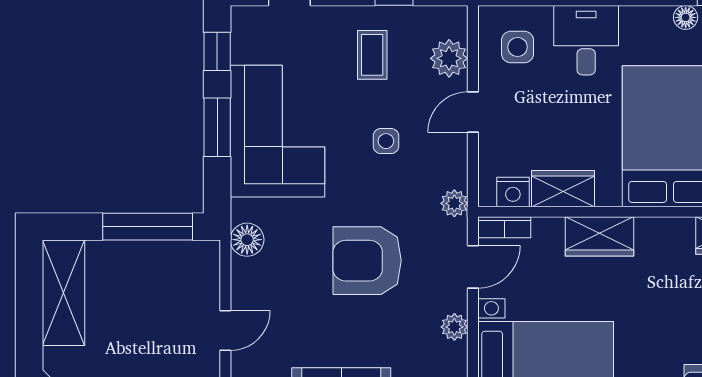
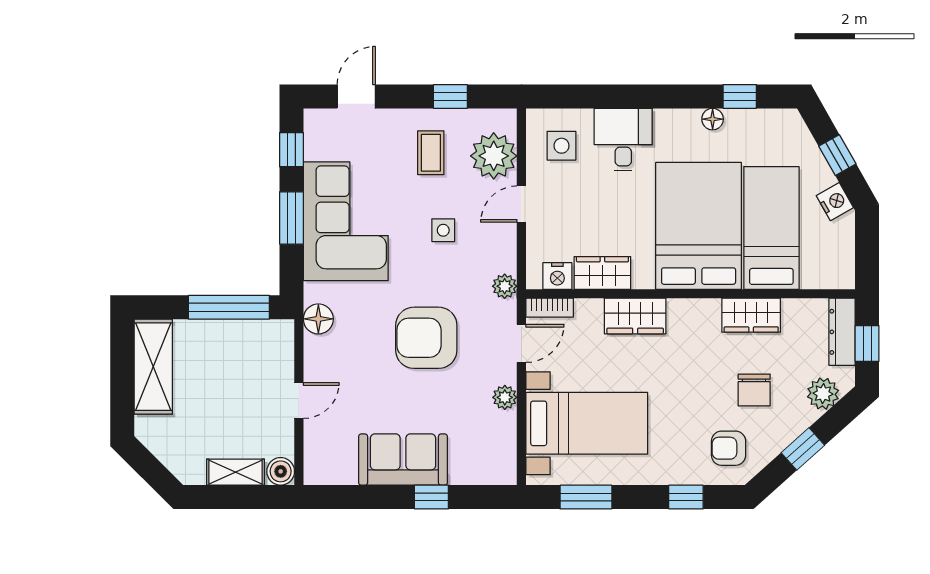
plant: (449, 58) -> (494, 156), width x1.36, depth x1.36

